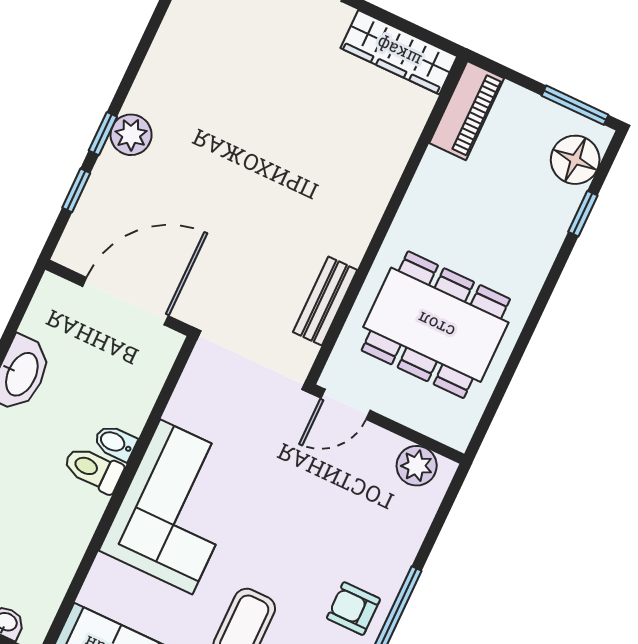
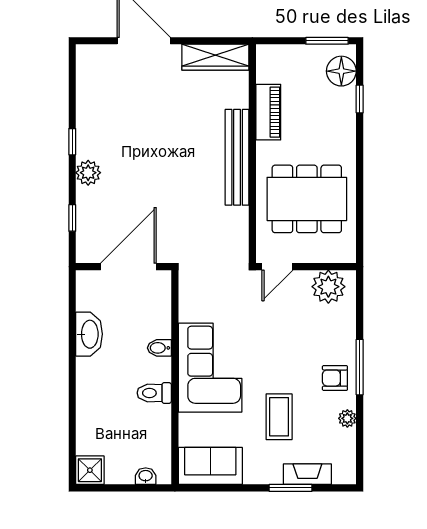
piano: (467, 111) -> (268, 112), moved
window: (103, 134) -> (72, 142), moved
bench: (325, 301) -> (237, 157), moved, width x1.86, depth x1.21
plant: (417, 466) -> (328, 287), width x1.36, depth x1.36
toilet: (93, 469) -> (154, 393), moved

